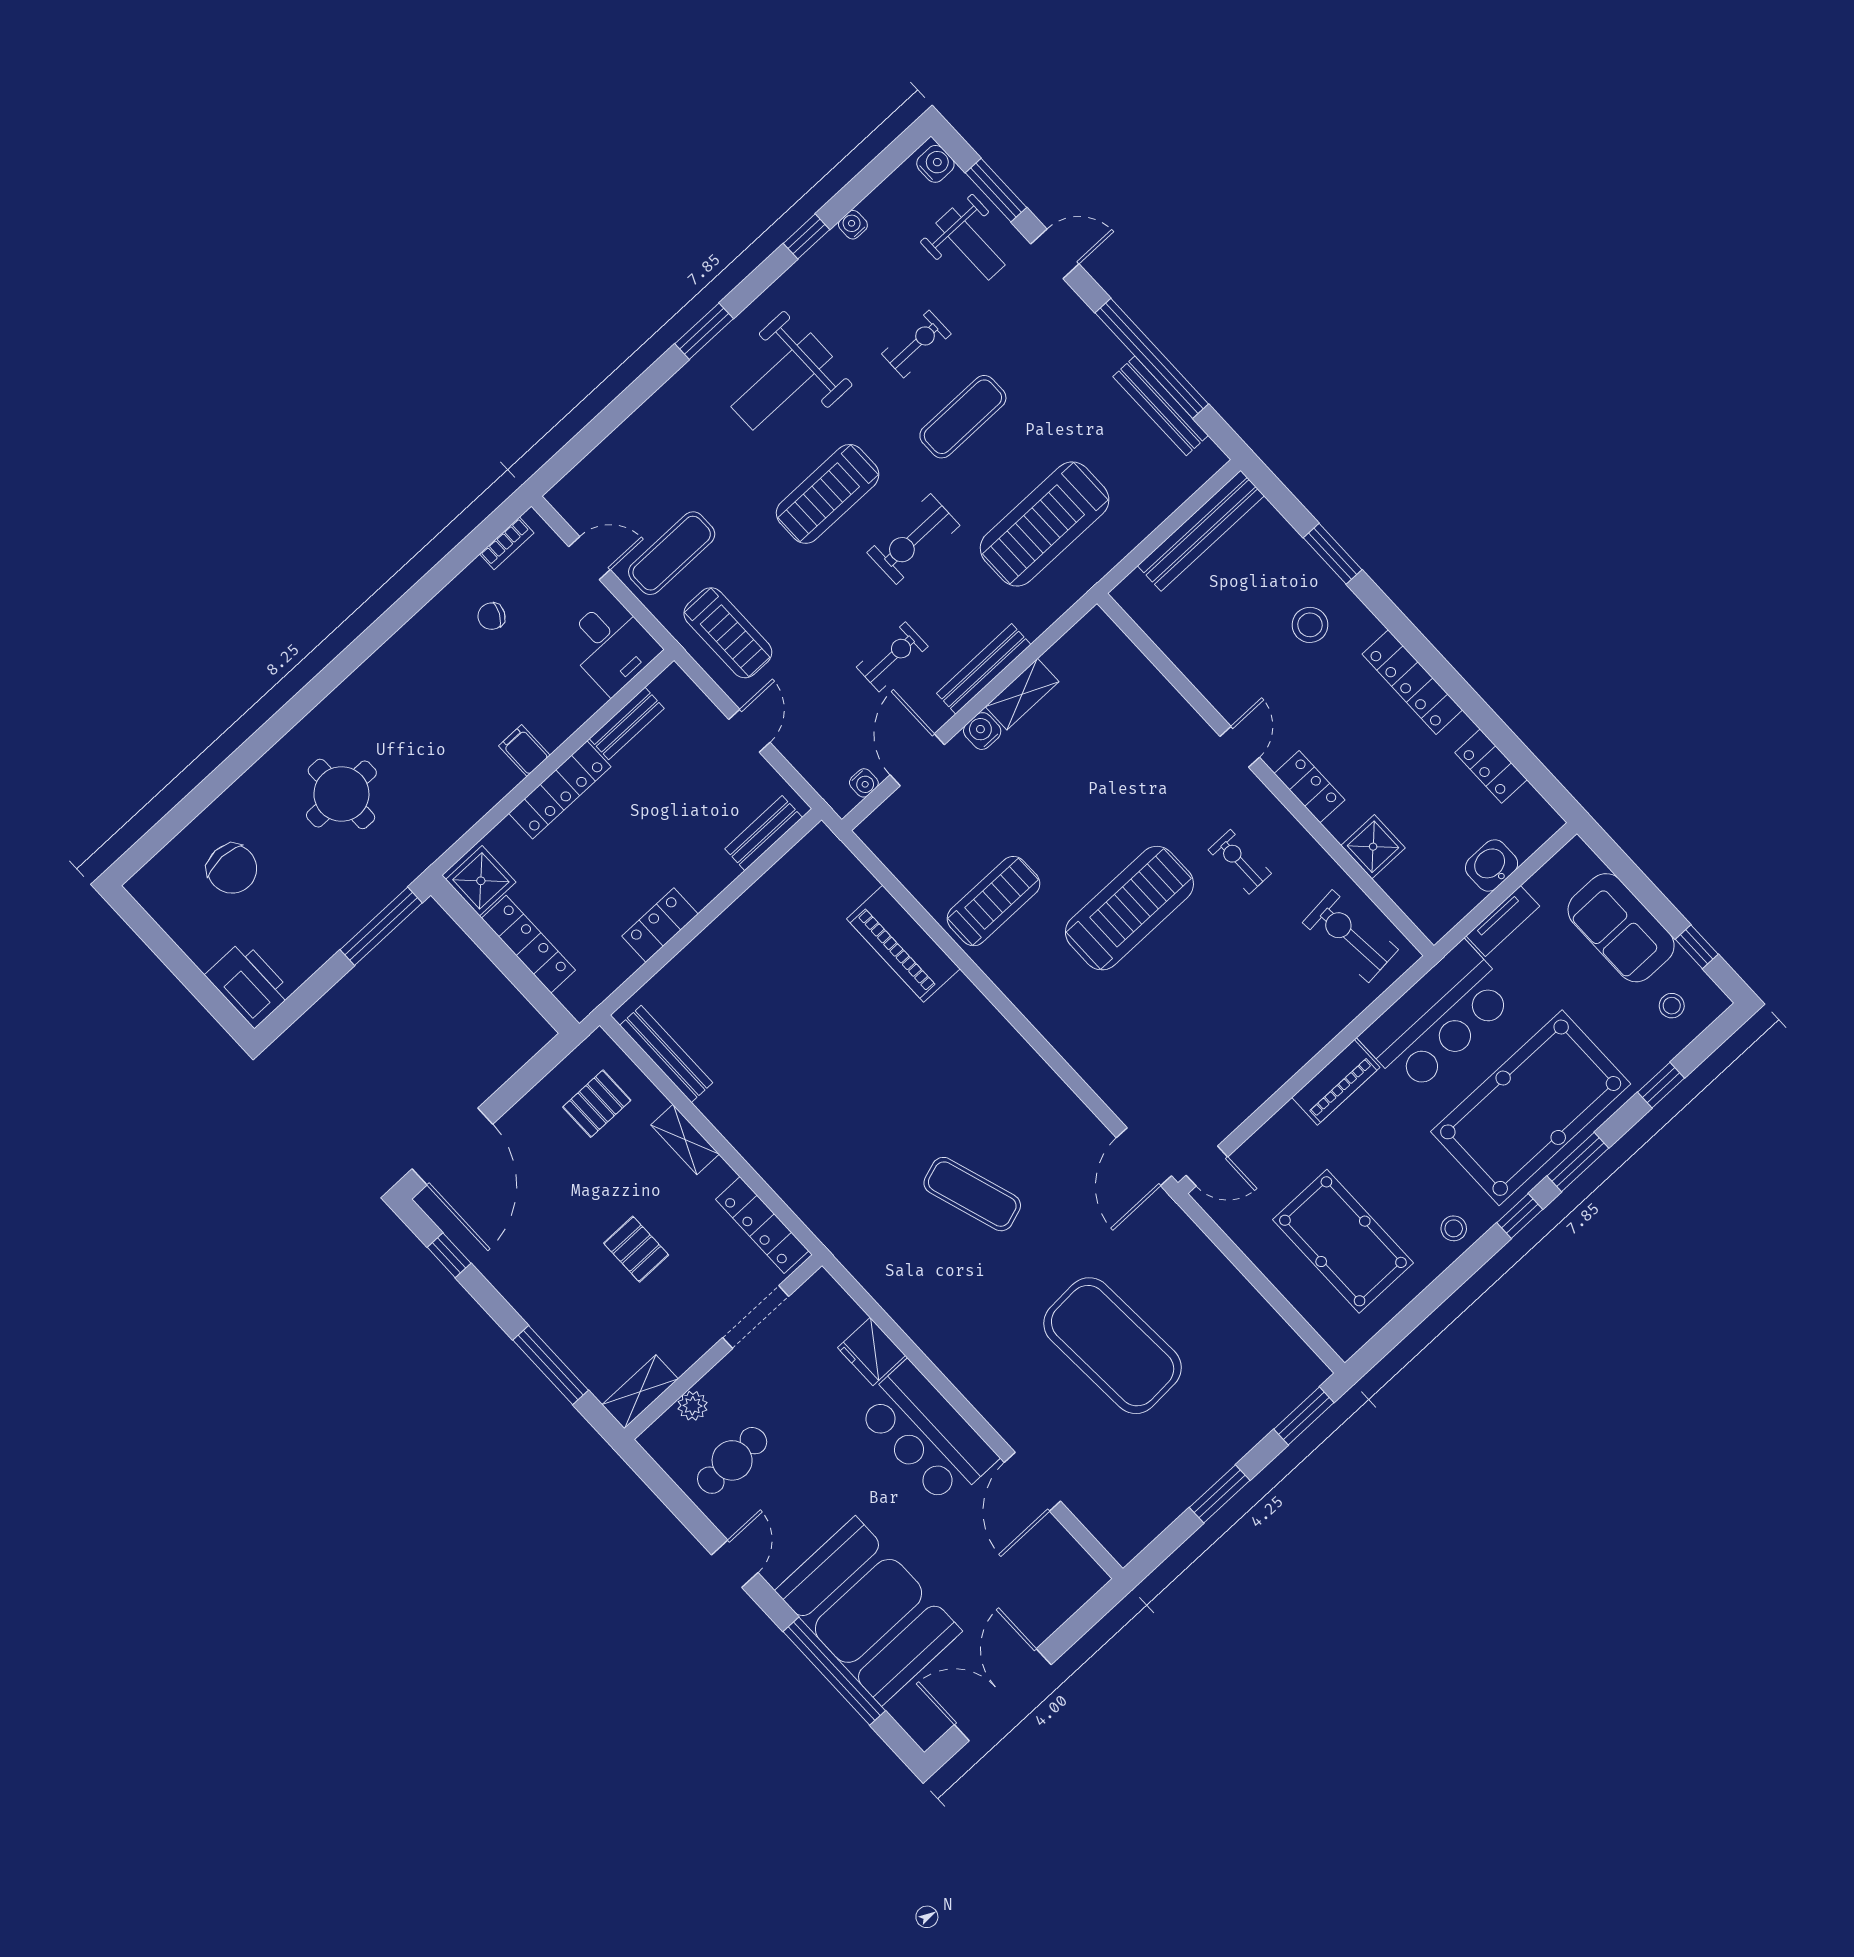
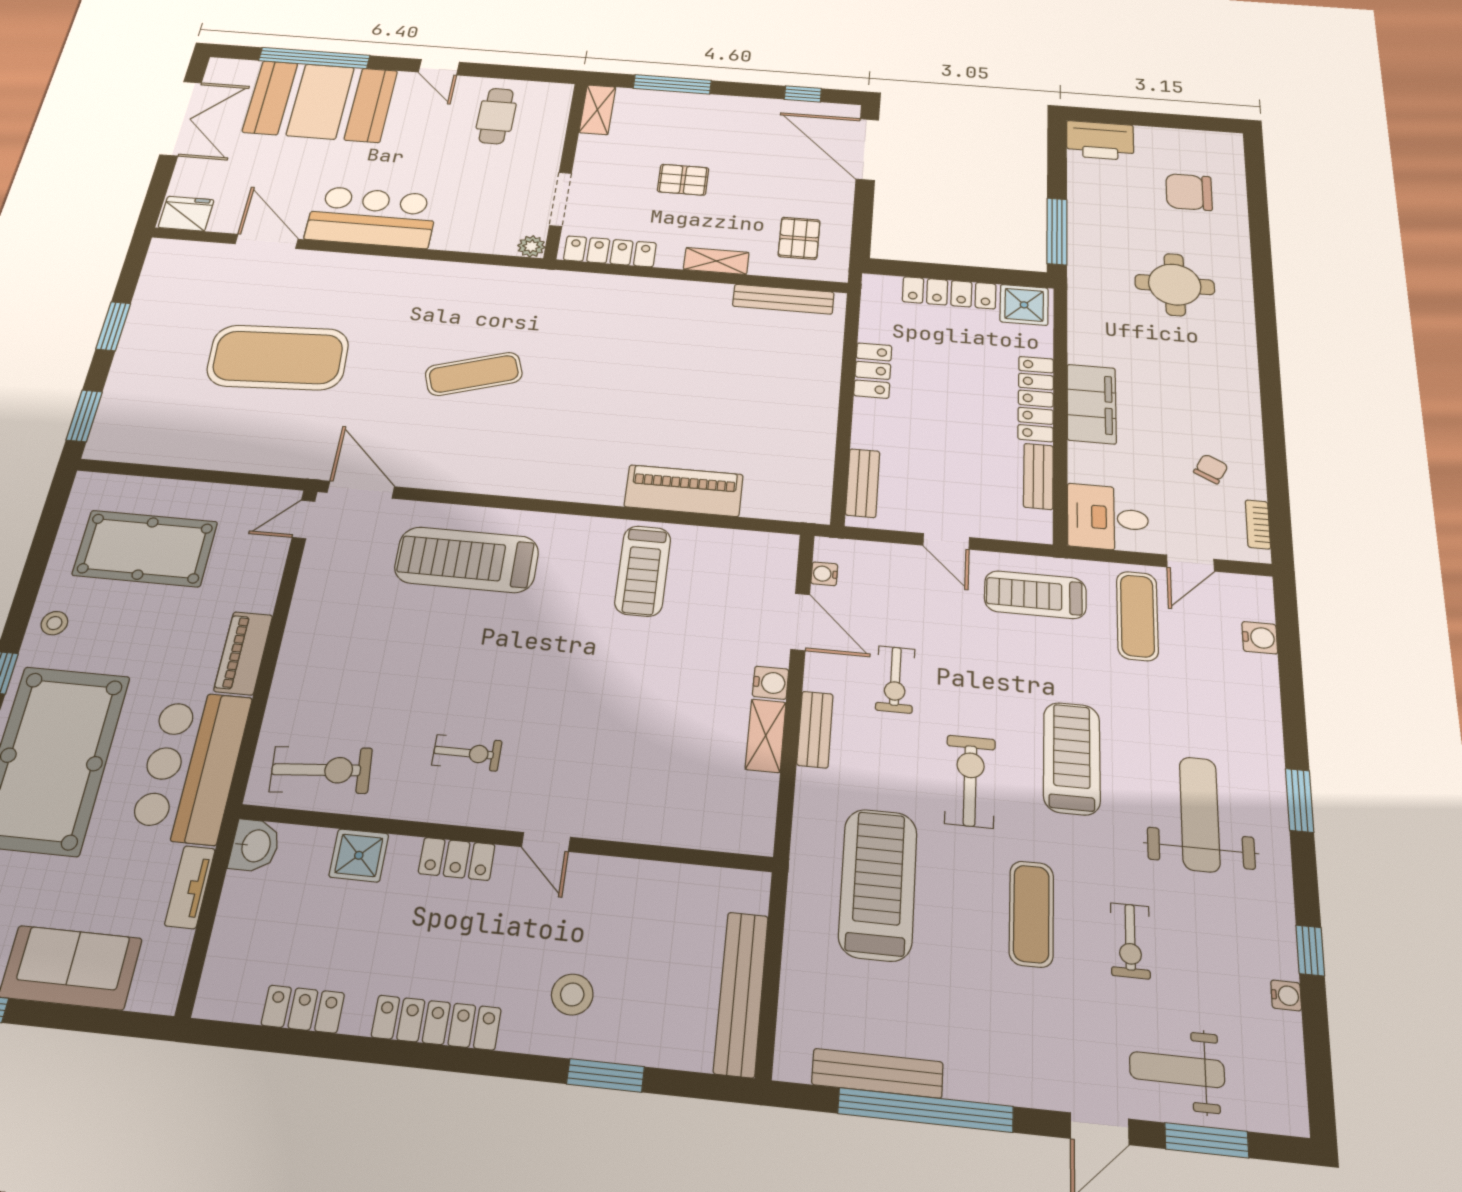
water cooler: (935, 164) -> (1260, 638), moved, turned -90
bench: (984, 669) -> (815, 729), width x0.73
filing cabinet: (524, 751) -> (1092, 404), width x3.00, depth x1.17
washbasin: (1492, 865) -> (255, 846), moved
treadmill: (1129, 908) -> (467, 560), moved, turned 90
fridge: (872, 1352) -> (186, 214), moved
plant: (693, 1406) -> (531, 246), moved

